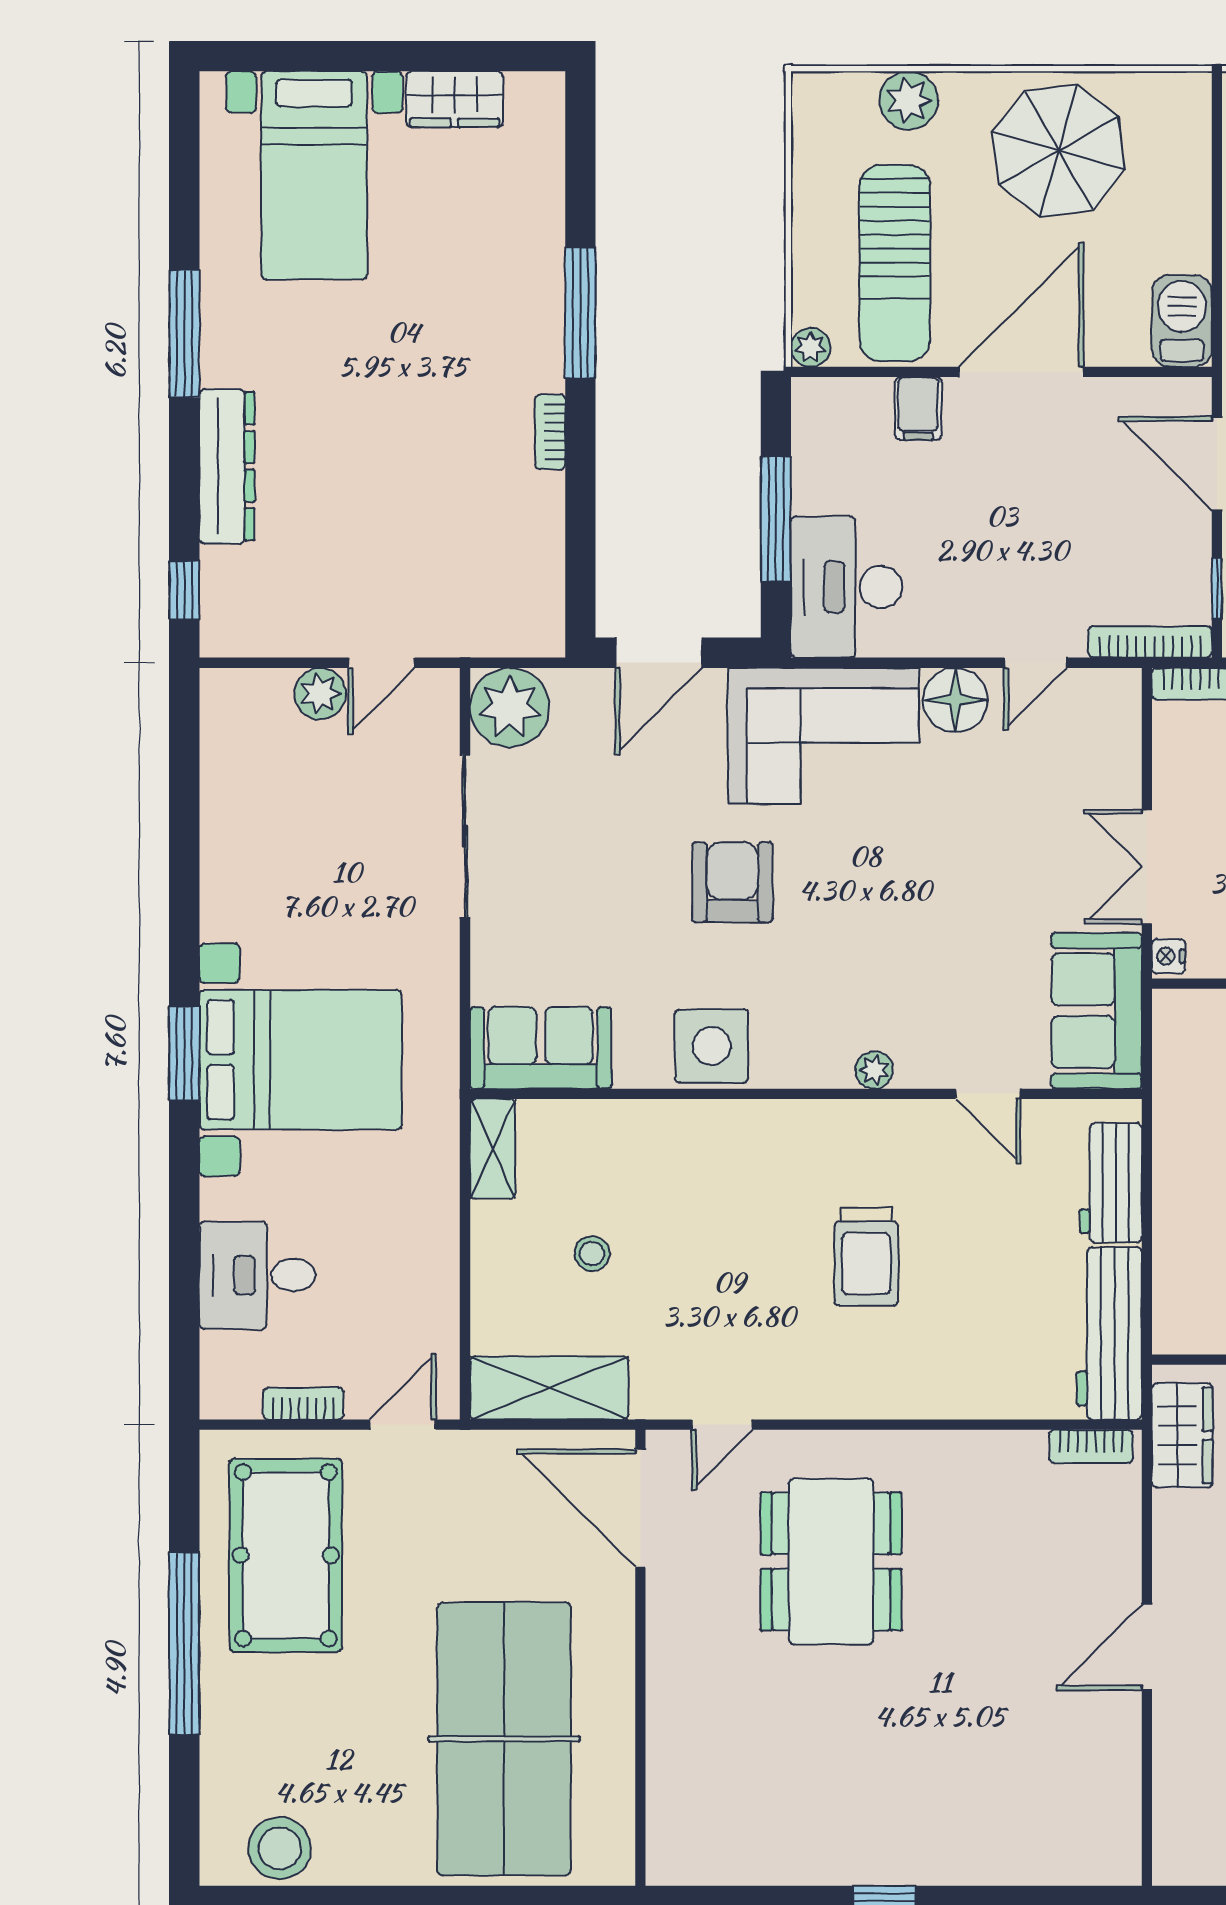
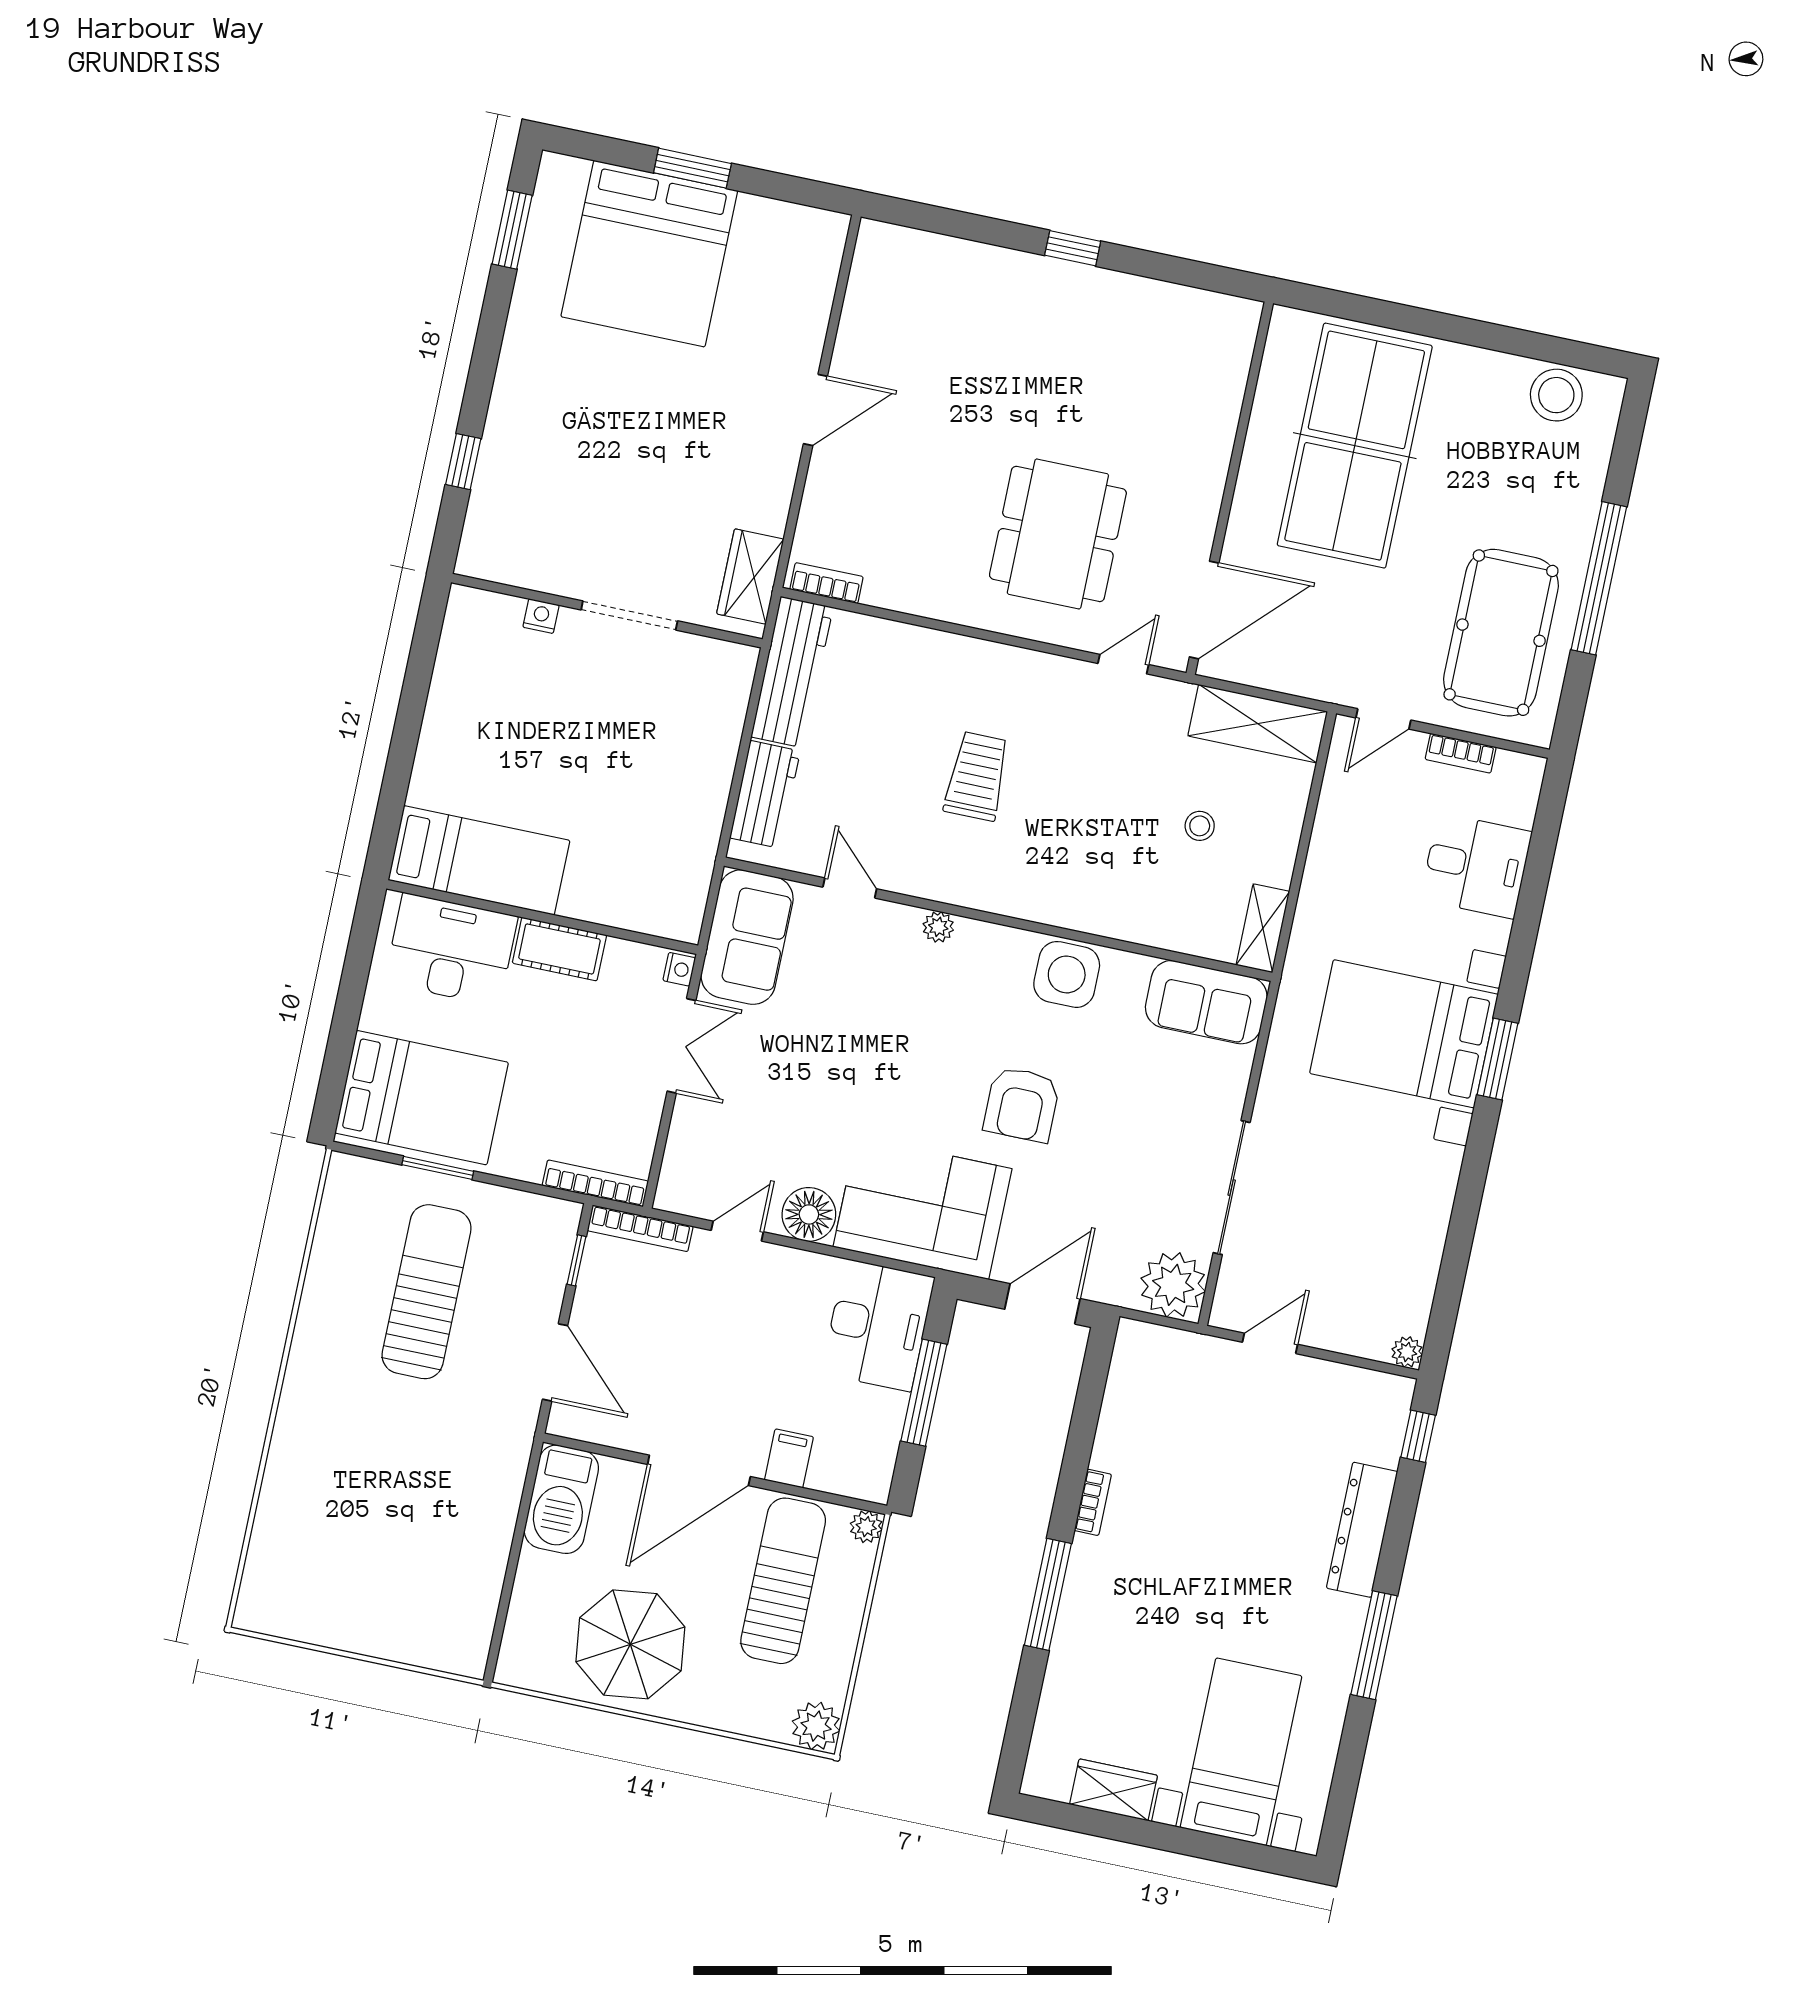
plant: (909, 100) -> (816, 1726), moved
barbecue: (1182, 321) -> (561, 1499), width x1.37, depth x1.21
plant: (320, 694) -> (1407, 1352), moved, width x0.73, depth x0.73
door: (640, 1508) -> (1204, 610), hinge flipped

